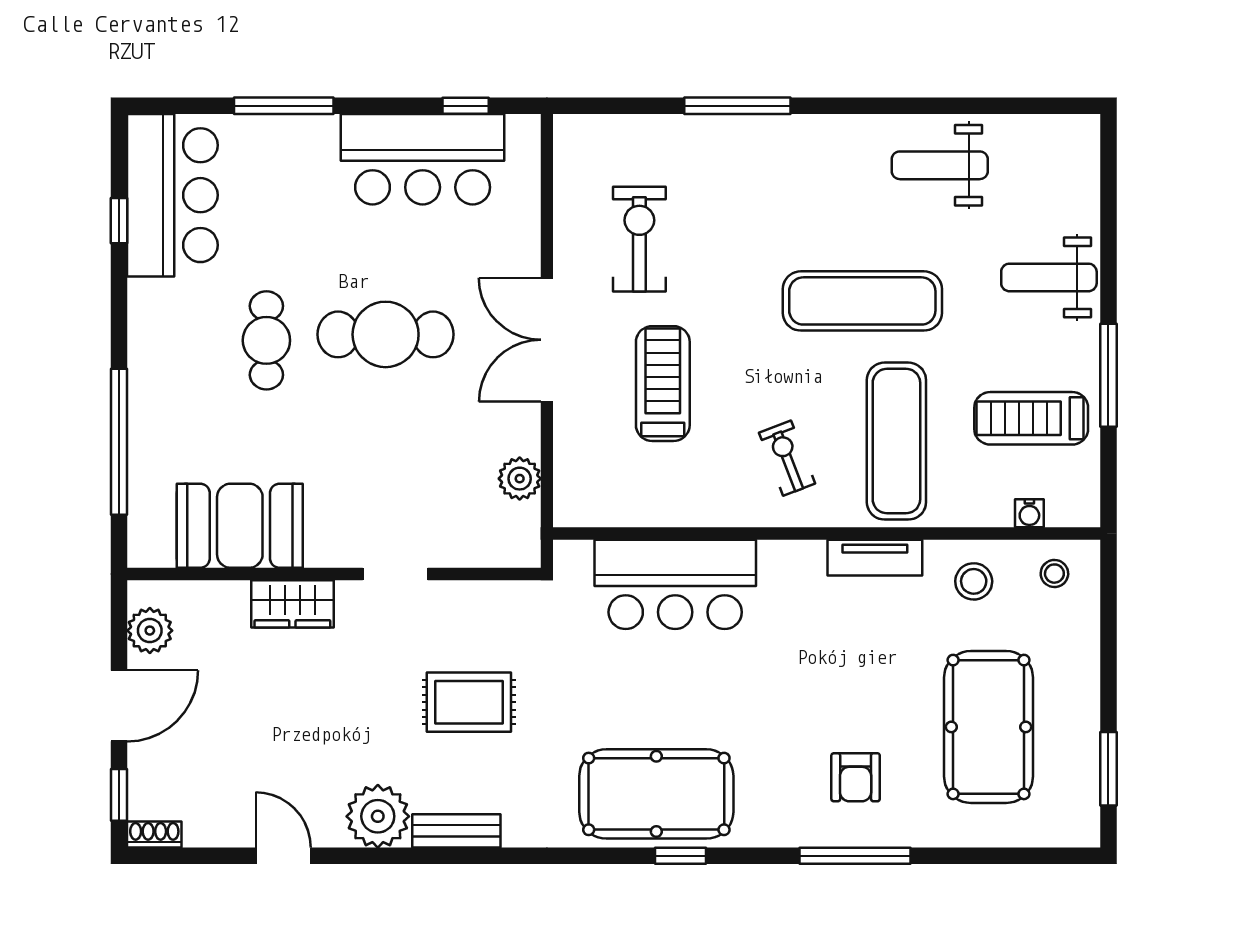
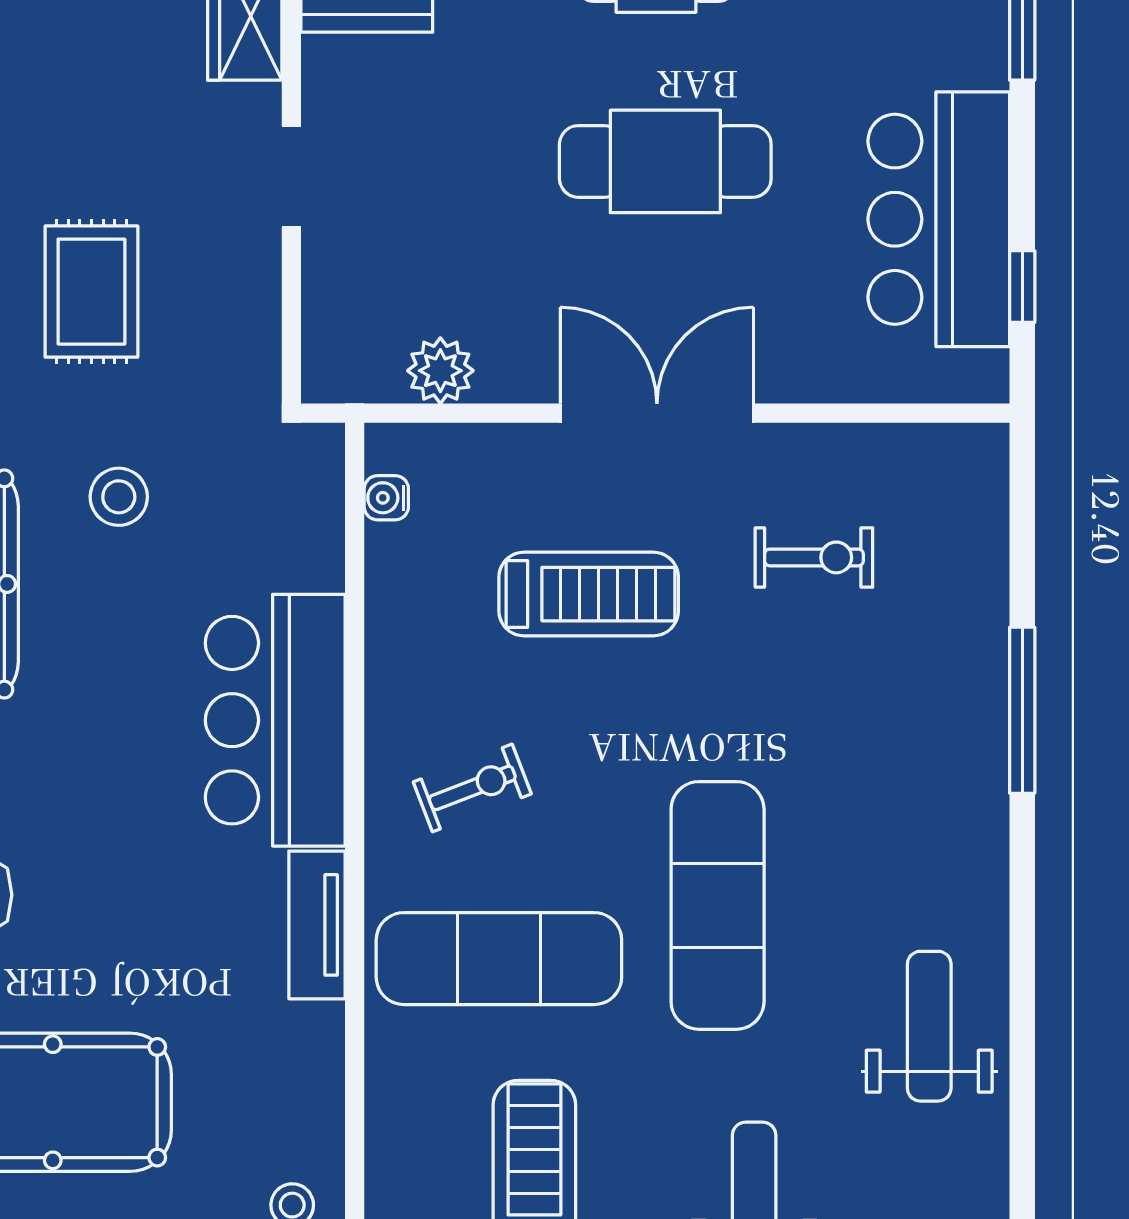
exercise bike: (639, 239) -> (814, 557), width x0.73, depth x0.72
cafe table: (386, 334) -> (665, 161), turned 90
water cooler: (1029, 513) -> (386, 498), moved
stool: (974, 581) -> (119, 497), moved
bar counter: (675, 584) -> (275, 720), moved

